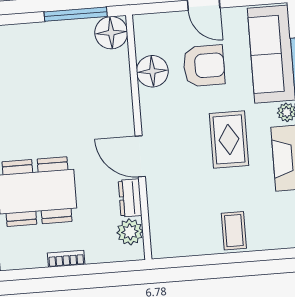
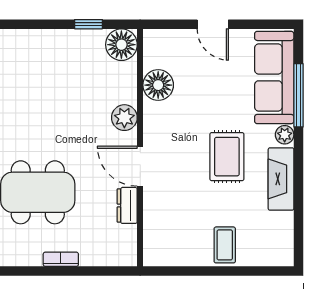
window: (76, 14) -> (88, 24), width x0.46
armchair: (204, 66) -> (208, 84), removed
plant: (130, 232) -> (124, 118), moved

